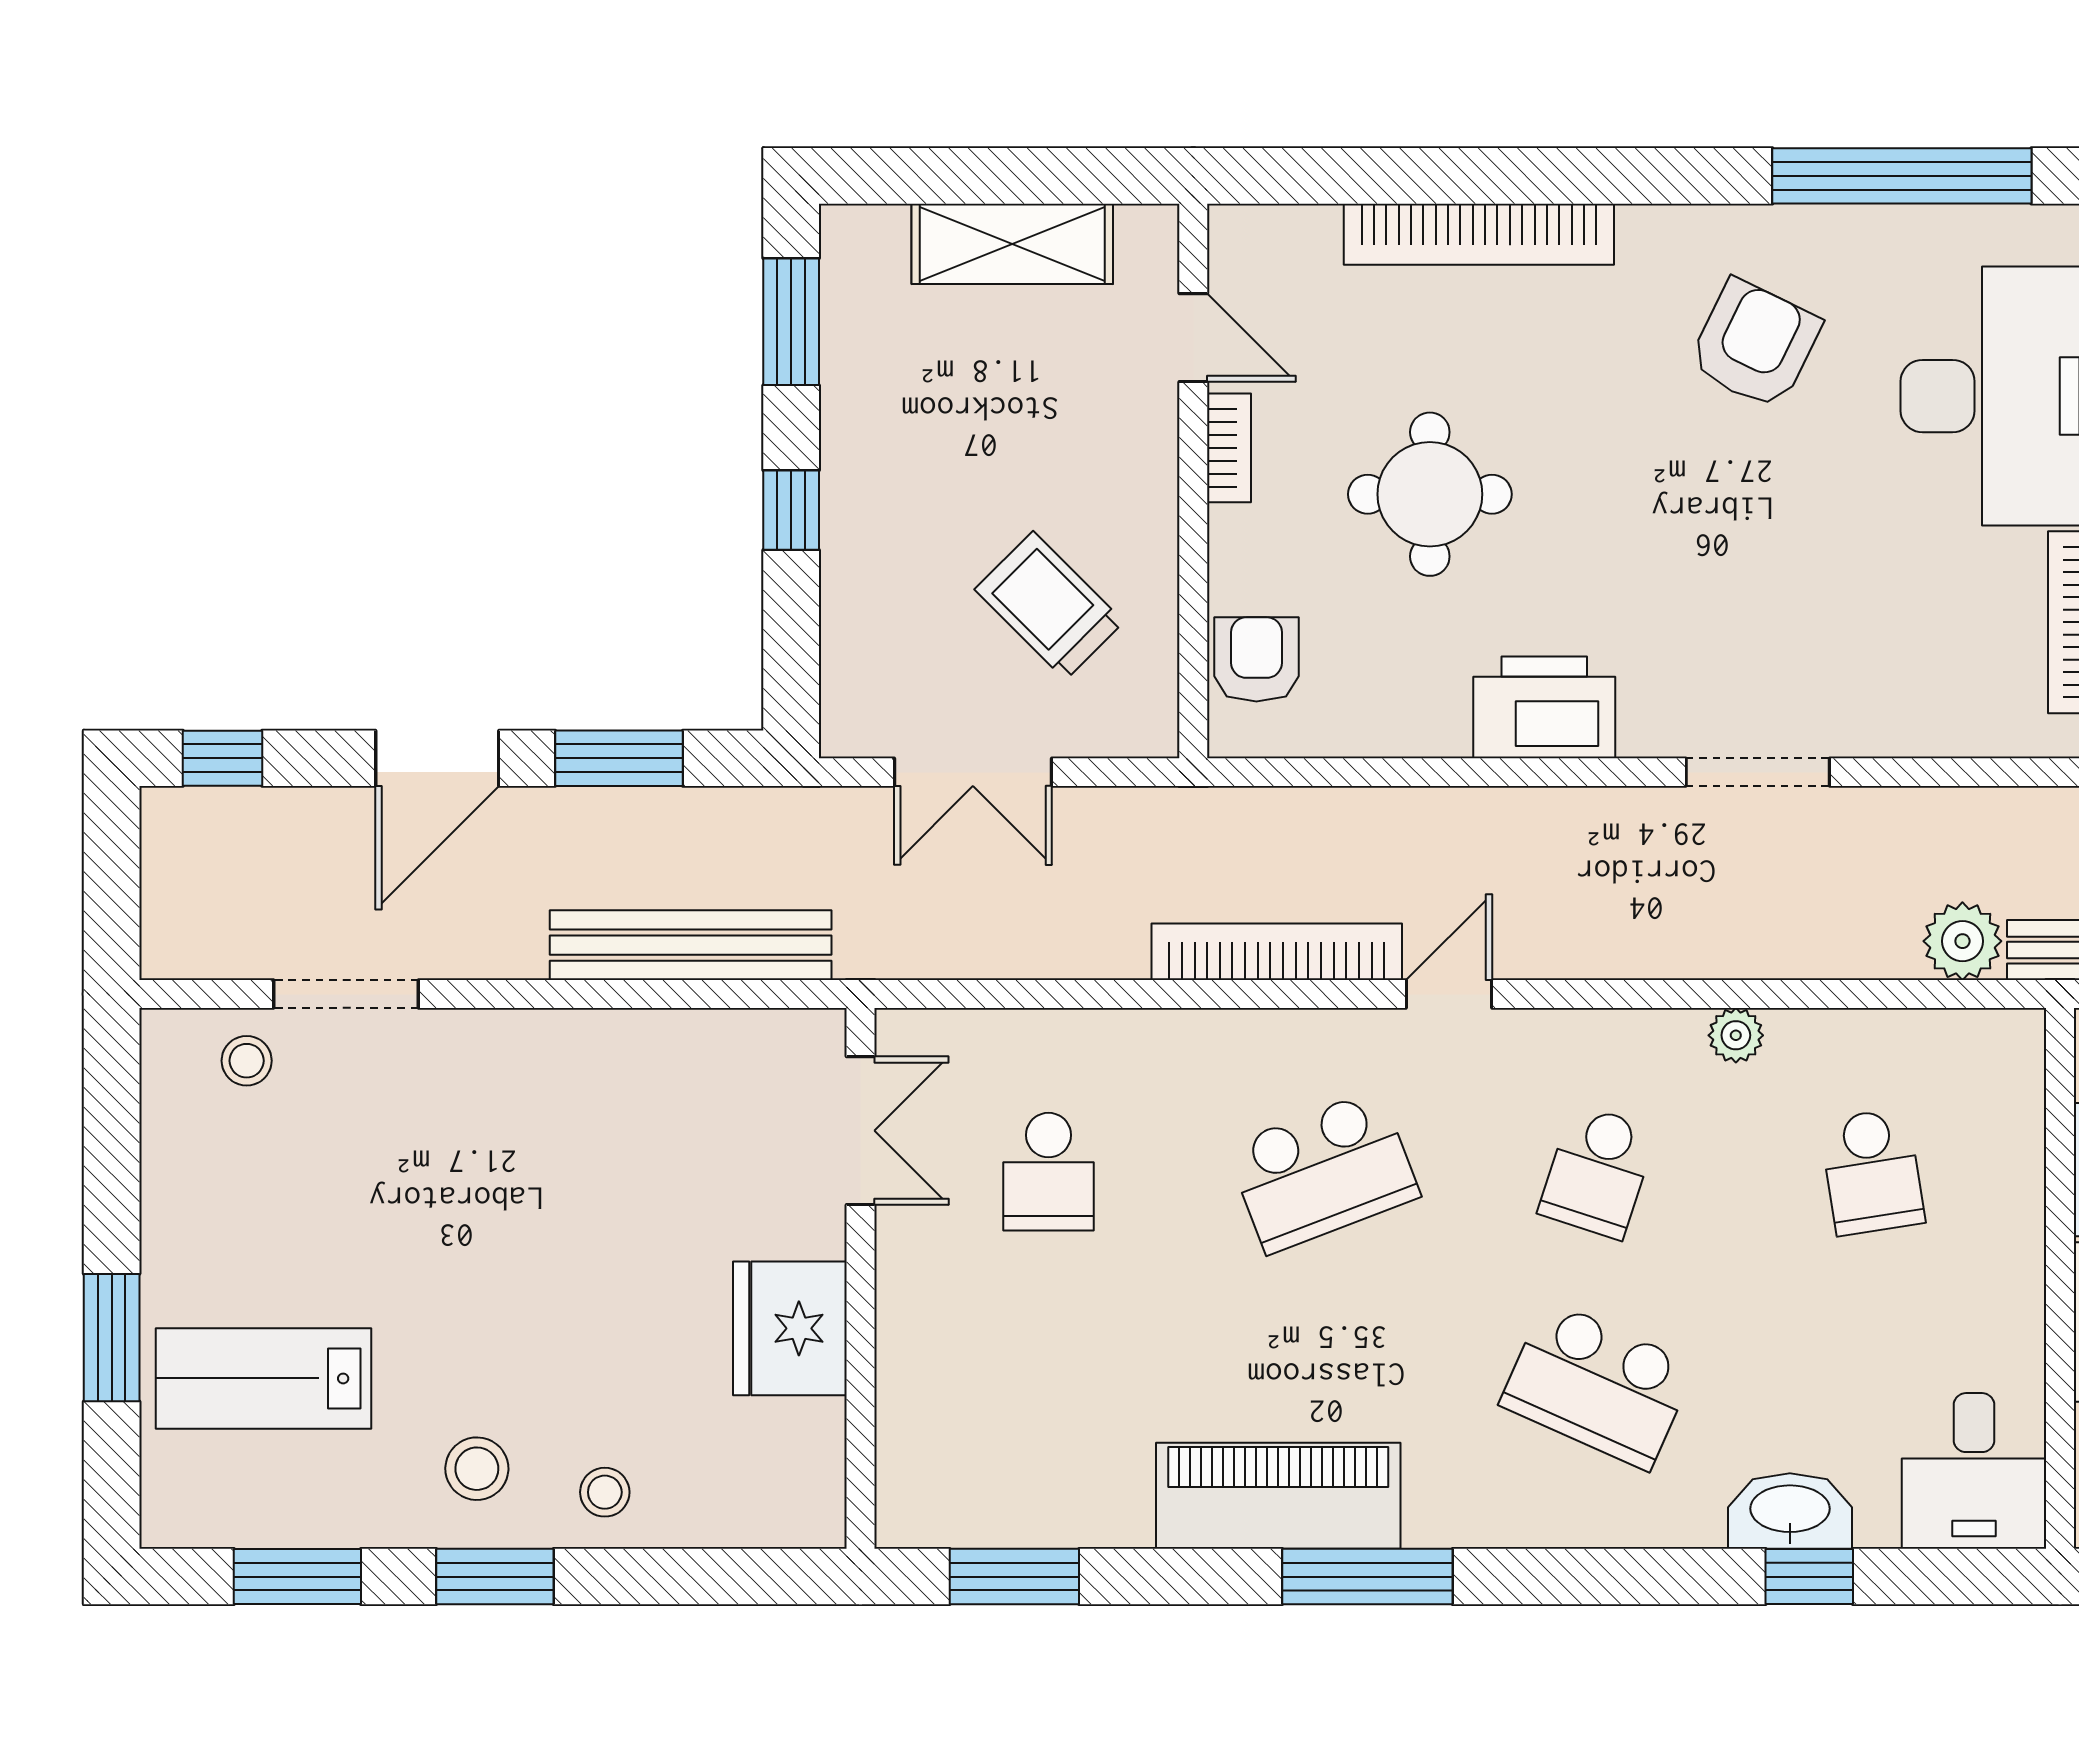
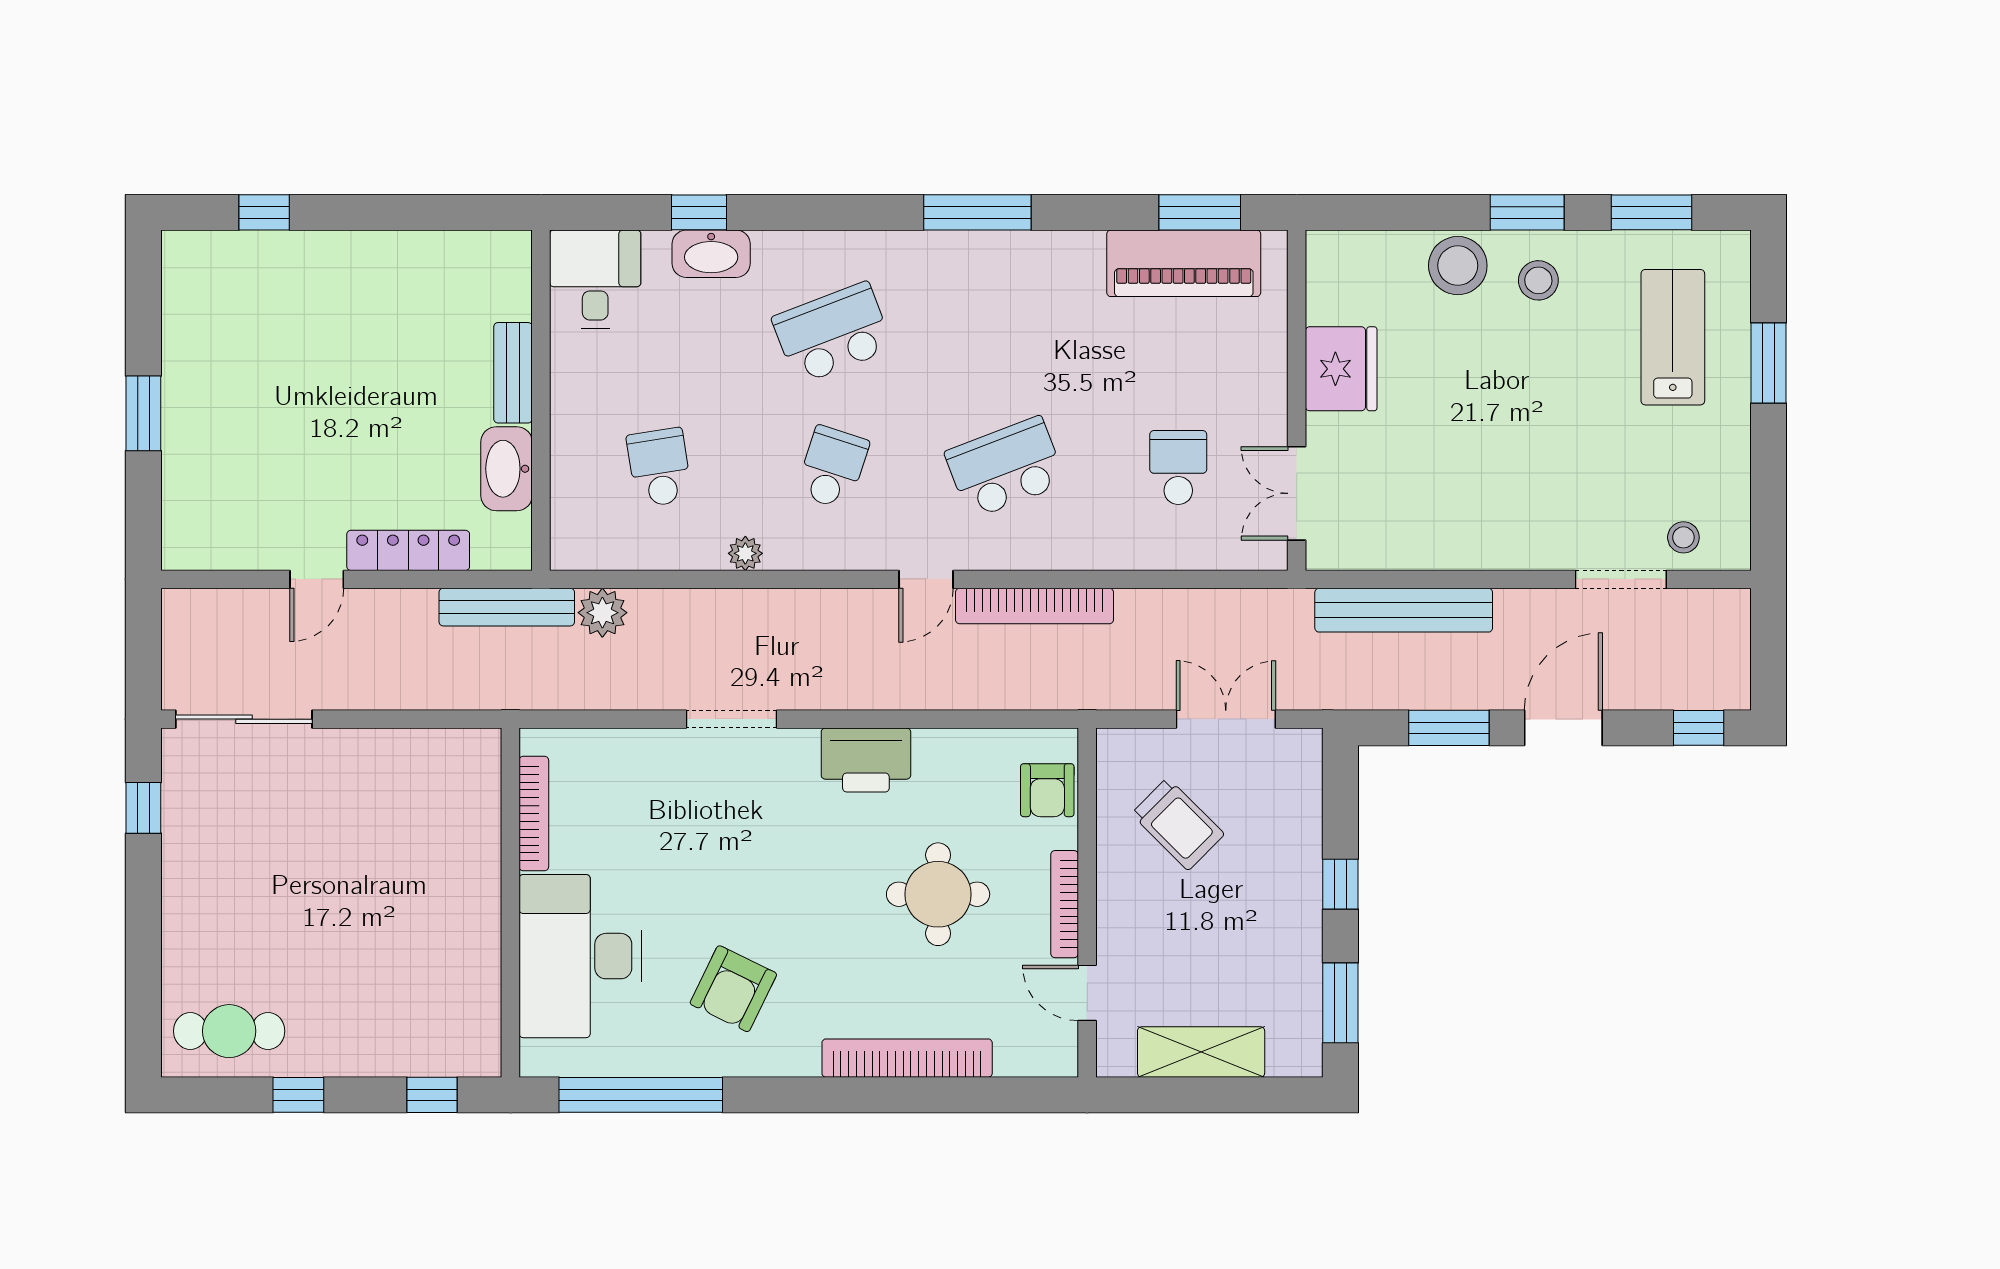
bookcase: (1229, 448) -> (1065, 904), width x1.56
lab bench: (263, 1378) -> (1673, 337), turned -90
school desk: (1598, 1385) -> (832, 333), turned -45
stool: (605, 1492) -> (1458, 266), width x1.89, depth x1.89
piano: (1278, 1496) -> (1184, 263), moved

